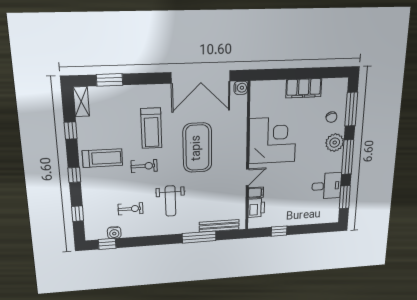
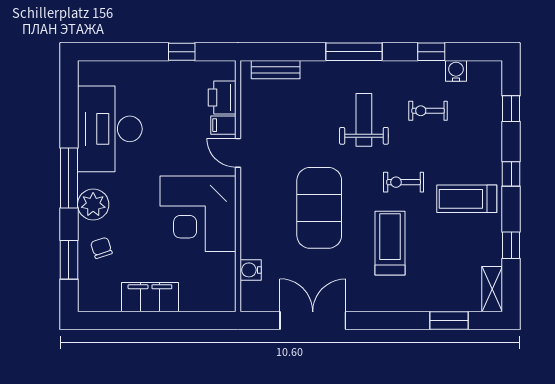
double door: (201, 77) -> (313, 320), width x0.73
water cooler: (241, 88) -> (251, 270), moved
window: (351, 109) -> (69, 260), width x0.69
door: (247, 177) -> (238, 153), hinge flipped
desk: (327, 186) -> (110, 129), width x1.87, depth x1.30
window: (345, 197) -> (69, 106), removed
bench: (219, 226) -> (276, 70), width x0.73
window: (199, 237) -> (354, 52), moved
window: (107, 244) -> (431, 52), moved

